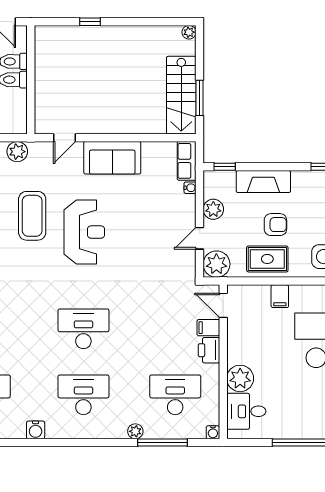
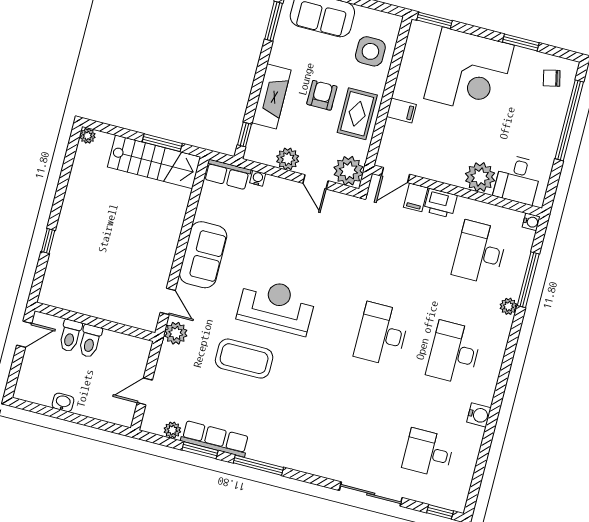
plant: (17, 152) -> (176, 333), moved

